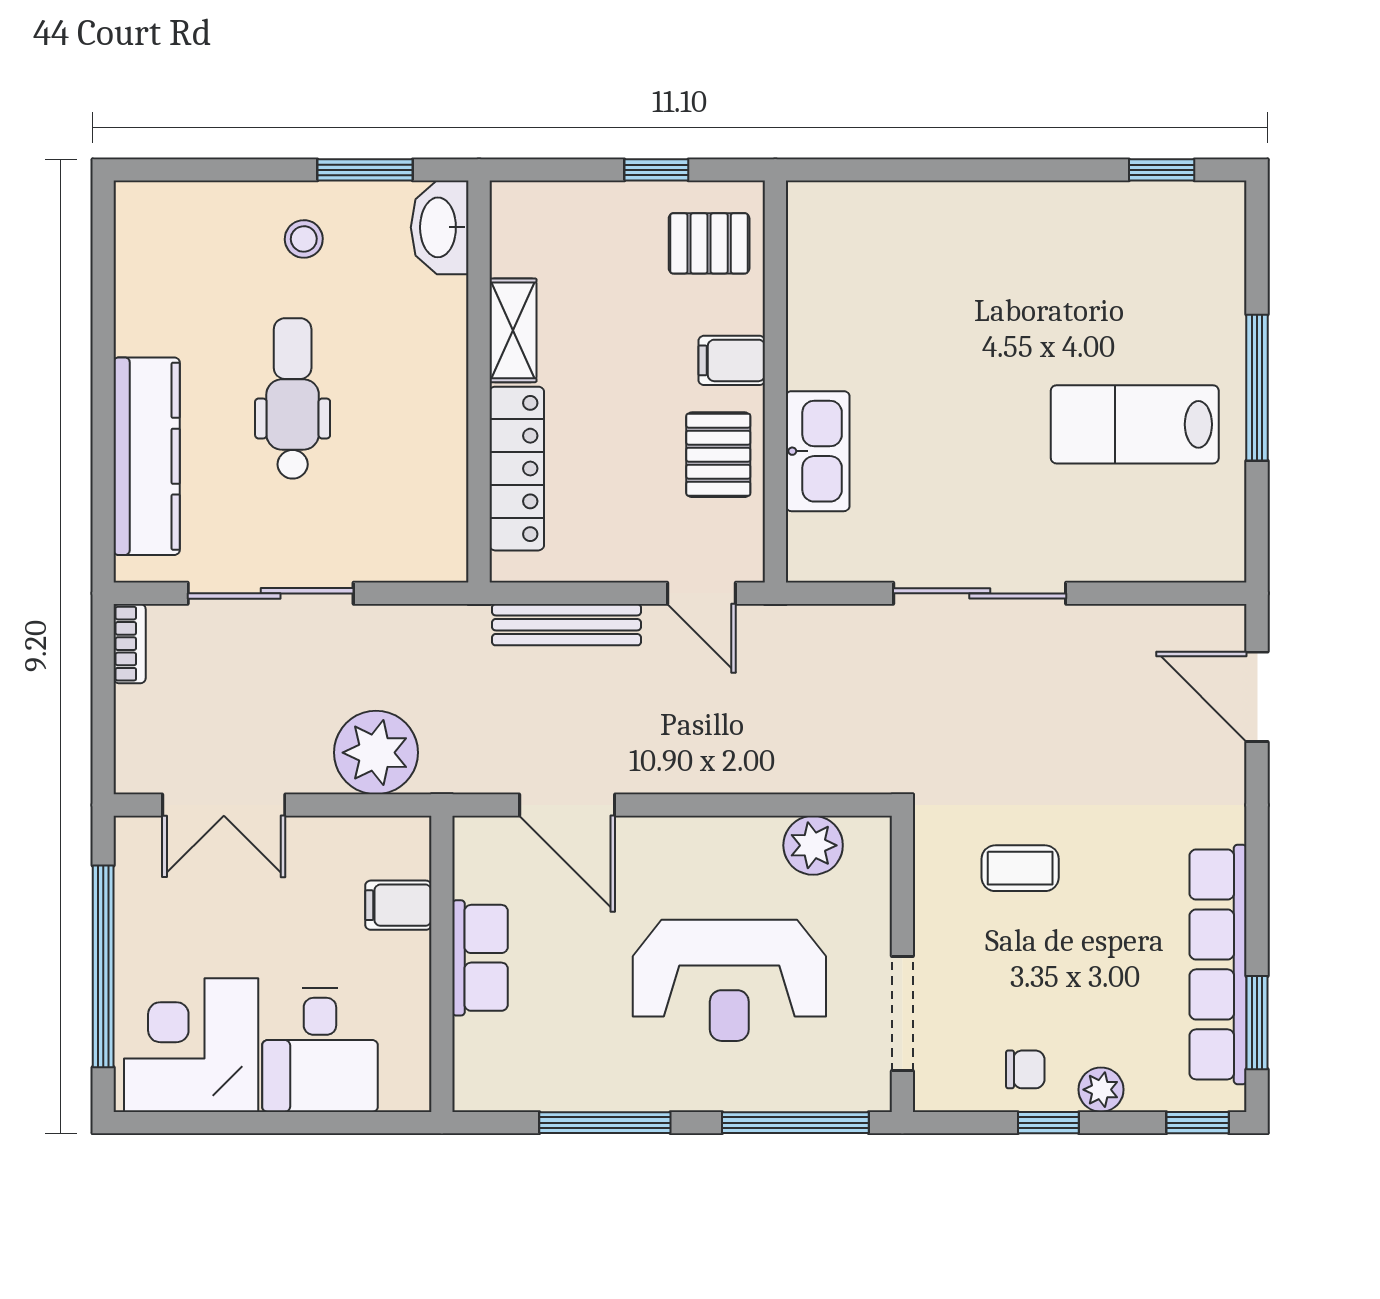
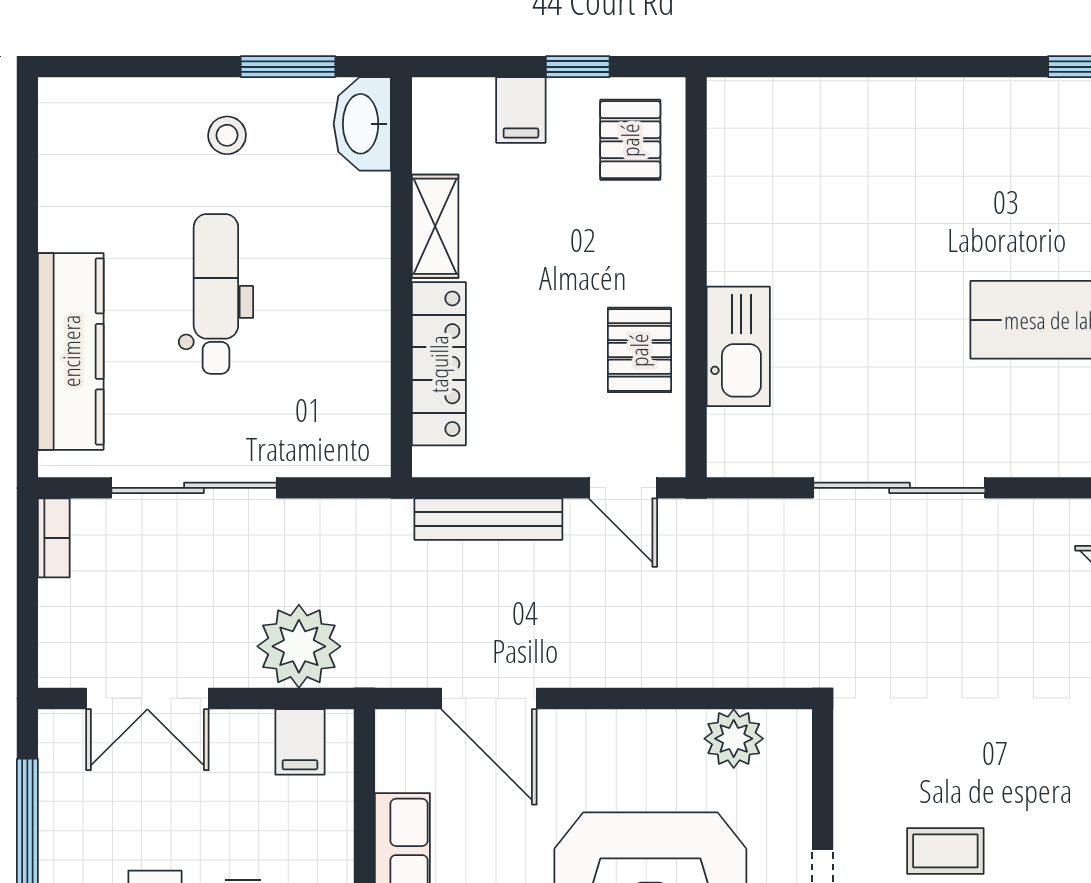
pallet: (709, 243) -> (630, 140), turned 90
filing cabinet: (732, 360) -> (521, 110), moved, turned -90
coffee table: (1020, 868) -> (945, 851), moved
filing cabinet: (398, 905) -> (300, 742), moved, turned -90

